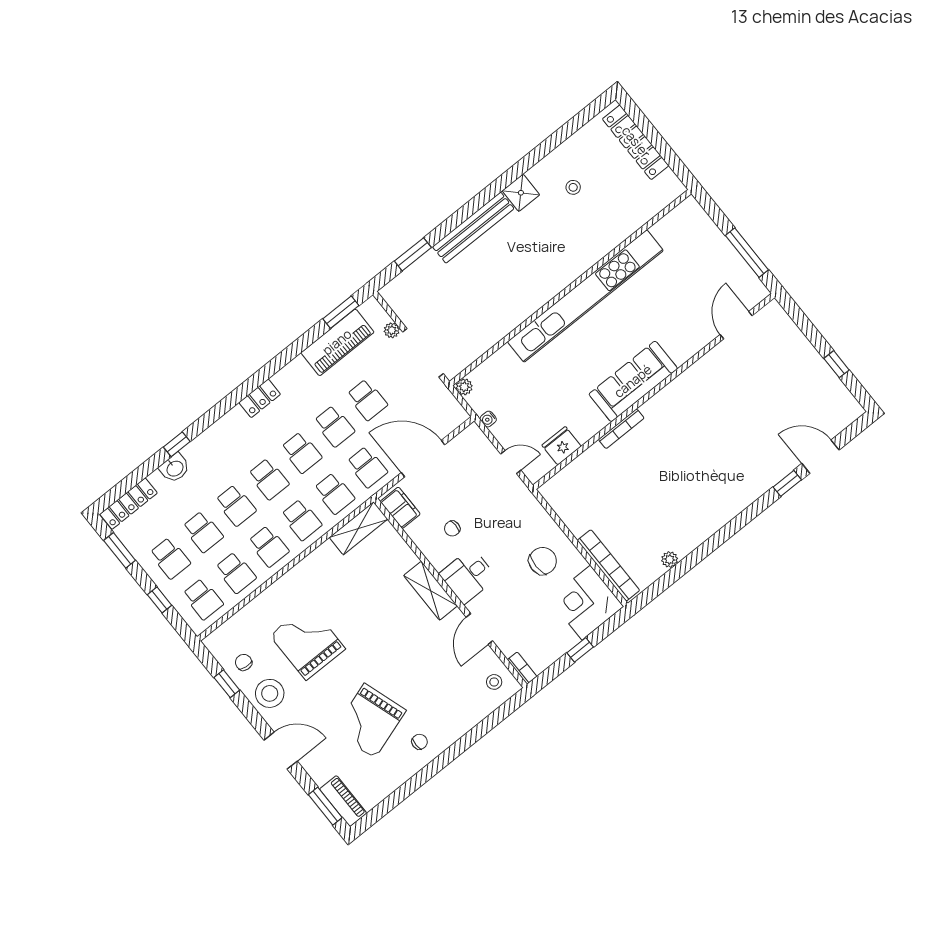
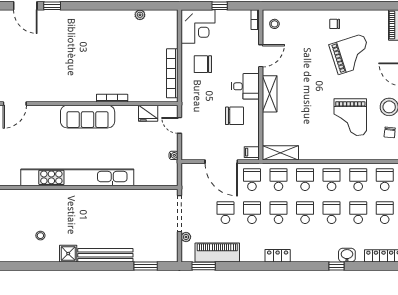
plant: (464, 387) -> (173, 181), removed
filing cabinet: (400, 508) -> (252, 152), width x0.50
chair: (452, 528) -> (234, 116), width x1.87, depth x1.87
bookcase: (608, 565) -> (172, 73), moved

